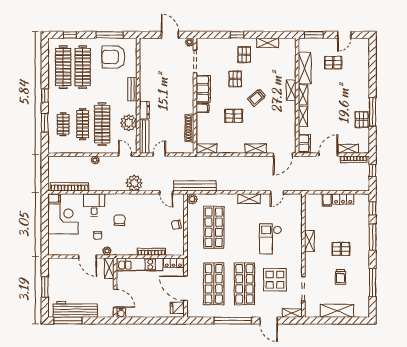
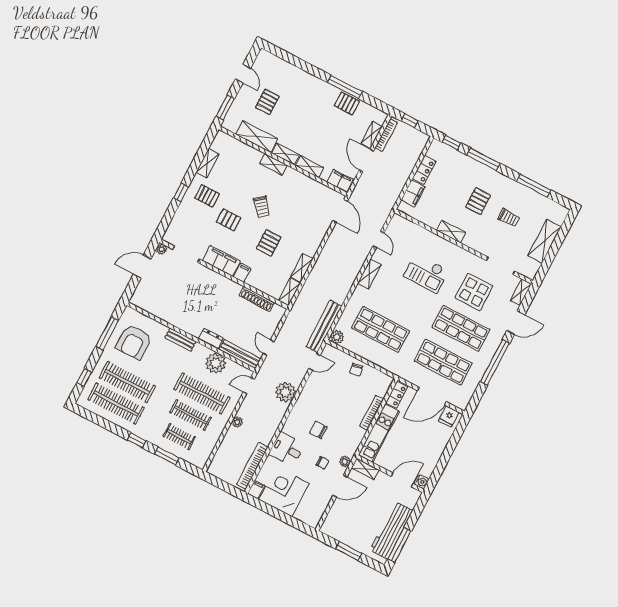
shelving: (256, 149) -> (302, 268), moved
filing cabinet: (327, 200) -> (413, 193), width x2.00

